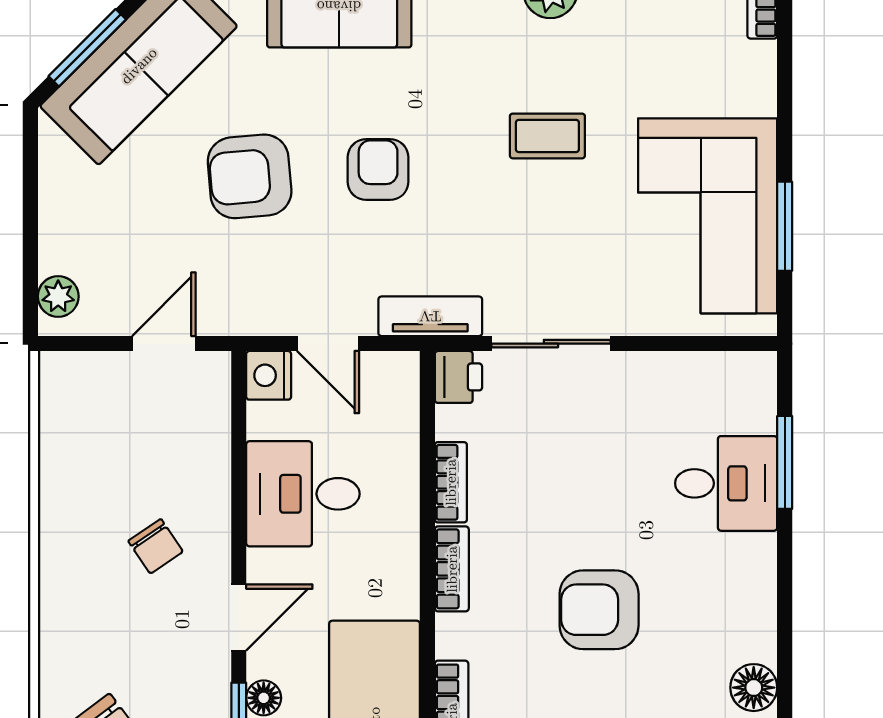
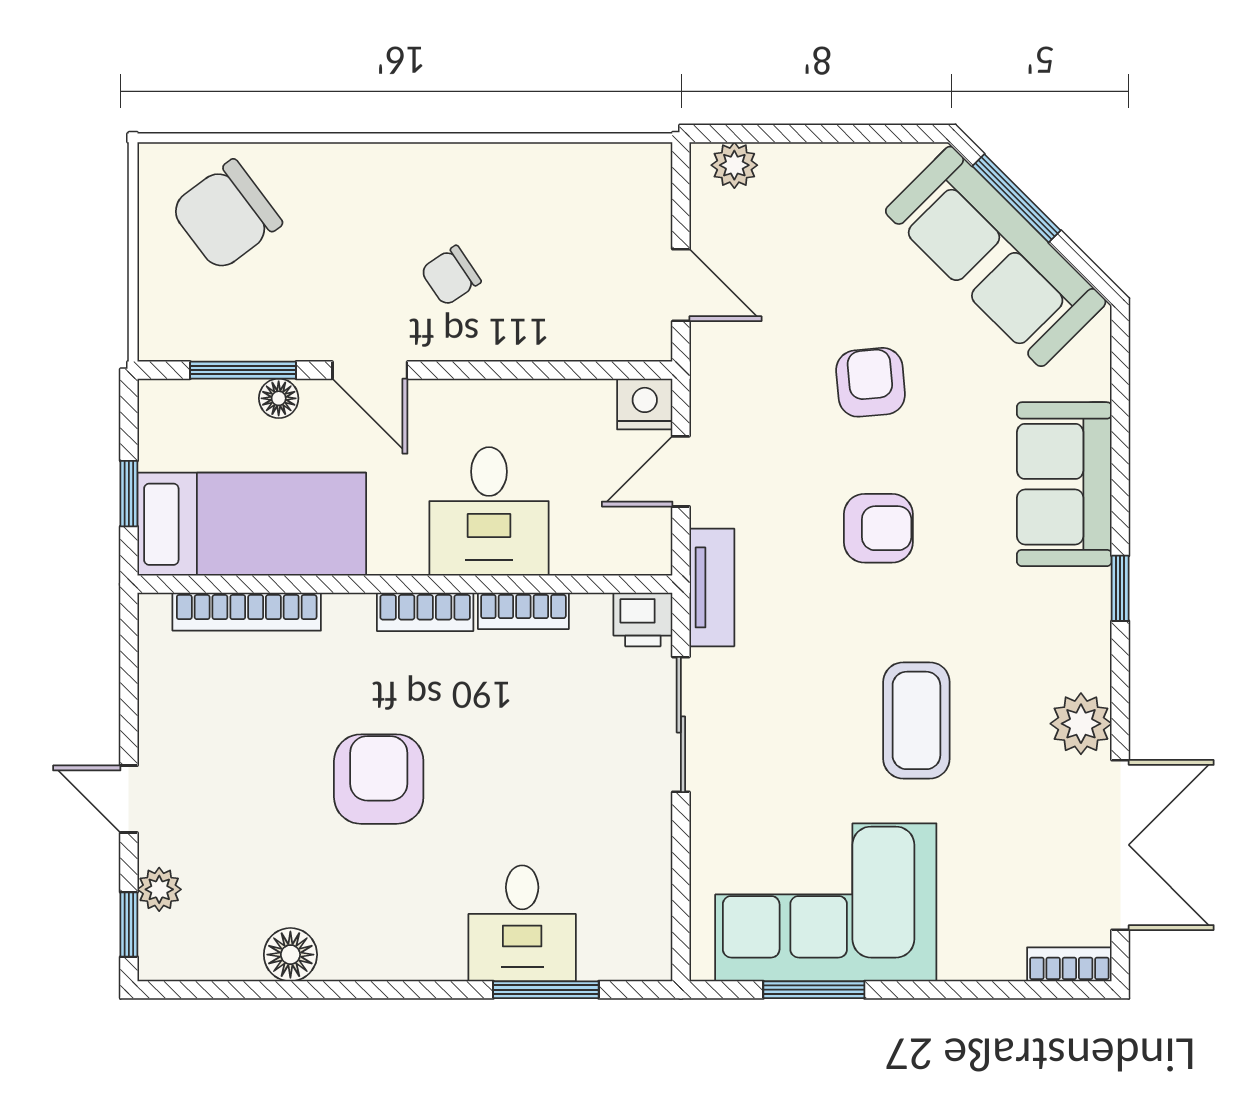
coffee table: (547, 136) -> (916, 720), width x1.36, depth x1.30
armchair: (250, 176) -> (871, 382), width x0.72, depth x0.72
desk: (303, 494) -> (489, 511), moved, turned 180

